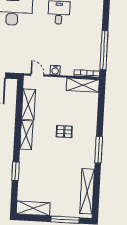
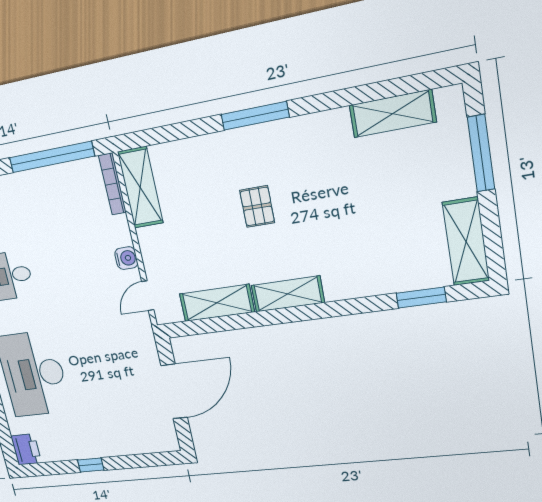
window: (99, 150) -> (255, 116), moved
window: (15, 171) -> (421, 298), moved
shelving: (87, 191) -> (393, 114), width x0.68

